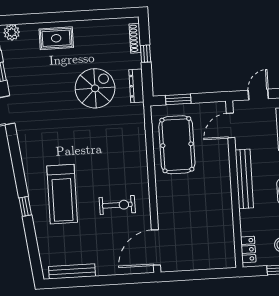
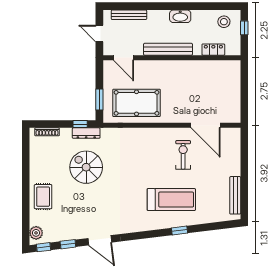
window: (146, 54) -> (80, 124), moved
door: (156, 248) -> (206, 125), moved
locker: (248, 249) -> (213, 50), moved

